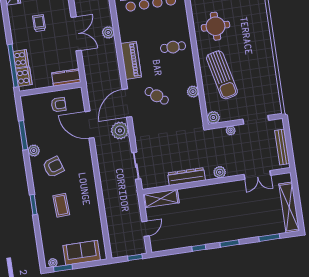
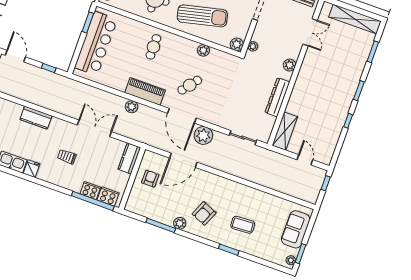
plant: (108, 32) -> (132, 107), moved
plant: (231, 130) -> (253, 46), moved
armchair: (53, 167) -> (204, 213), turned -139

